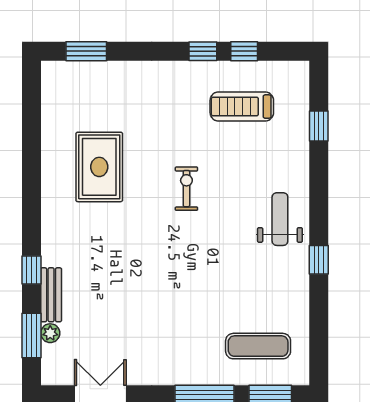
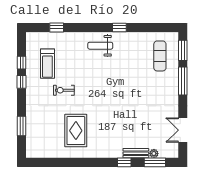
window: (86, 51) -> (21, 126), moved
rug: (99, 167) -> (76, 131), turned 90
exercise bike: (186, 189) -> (64, 90), moved

